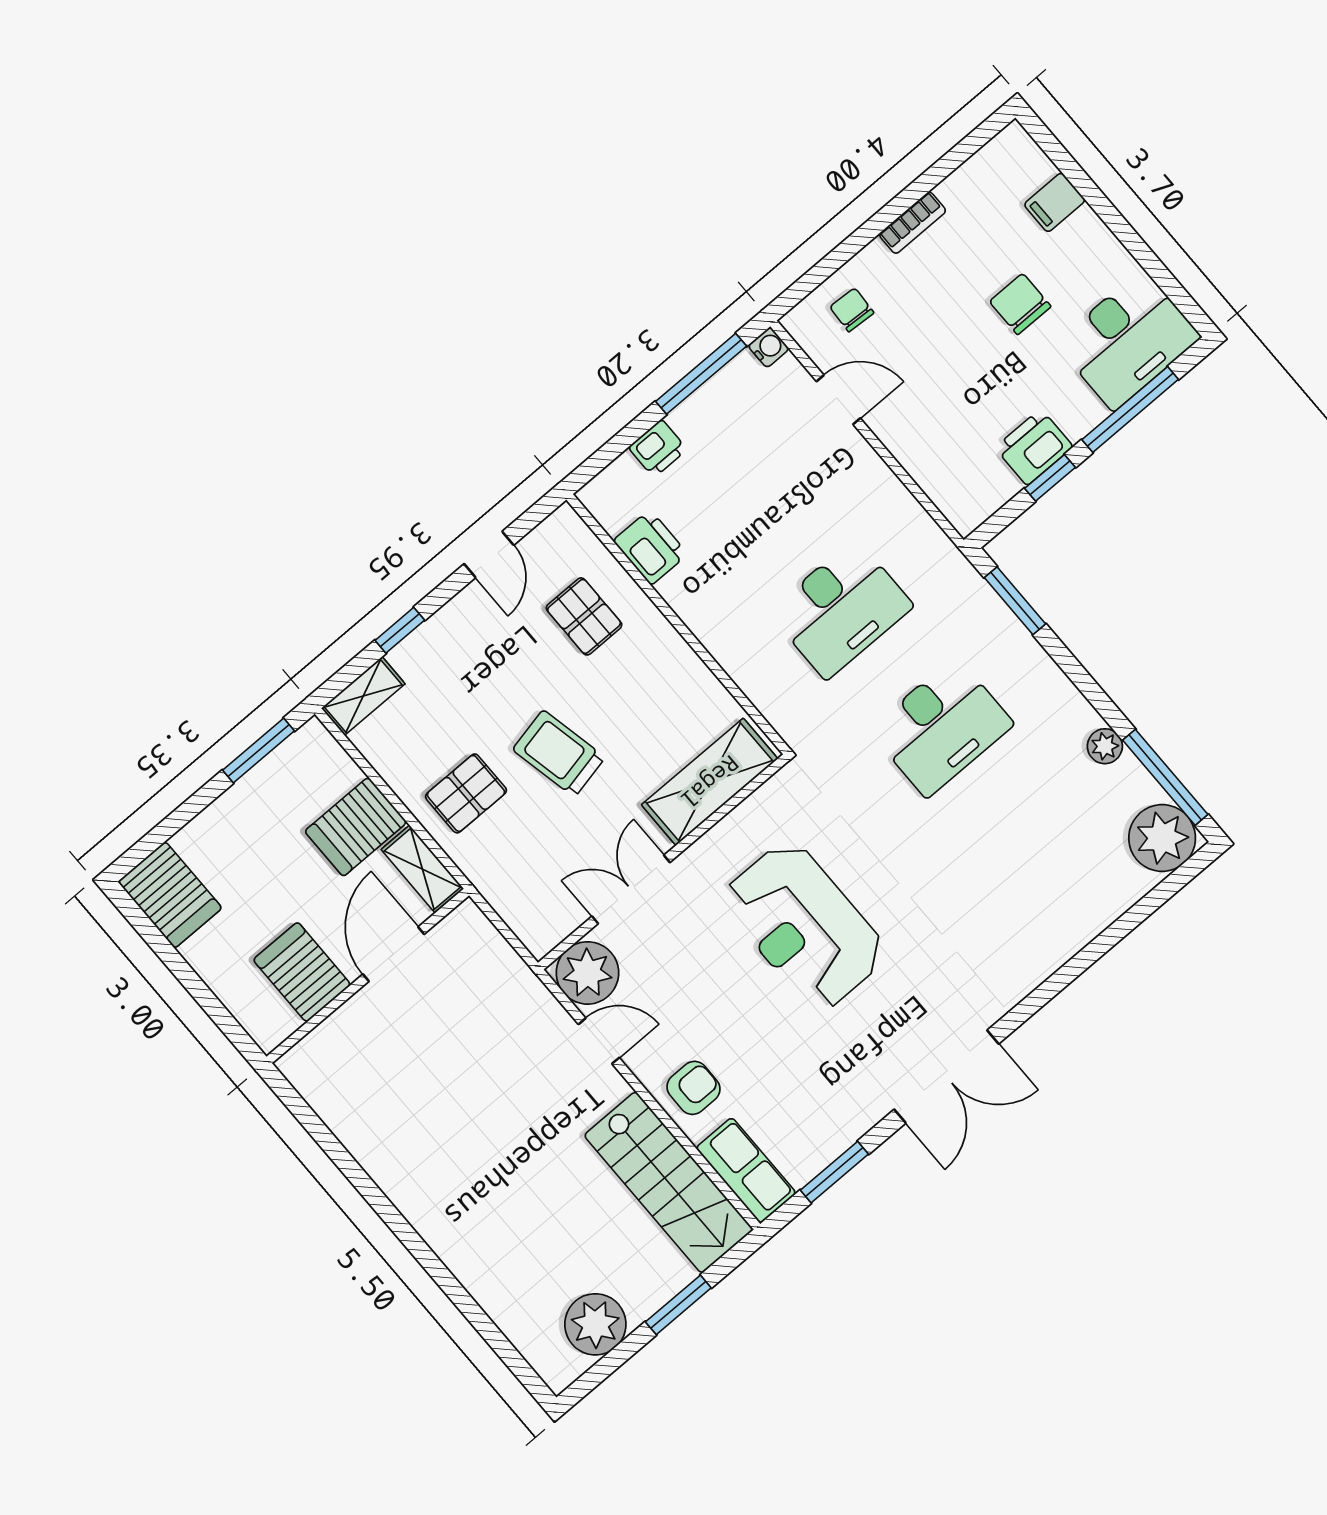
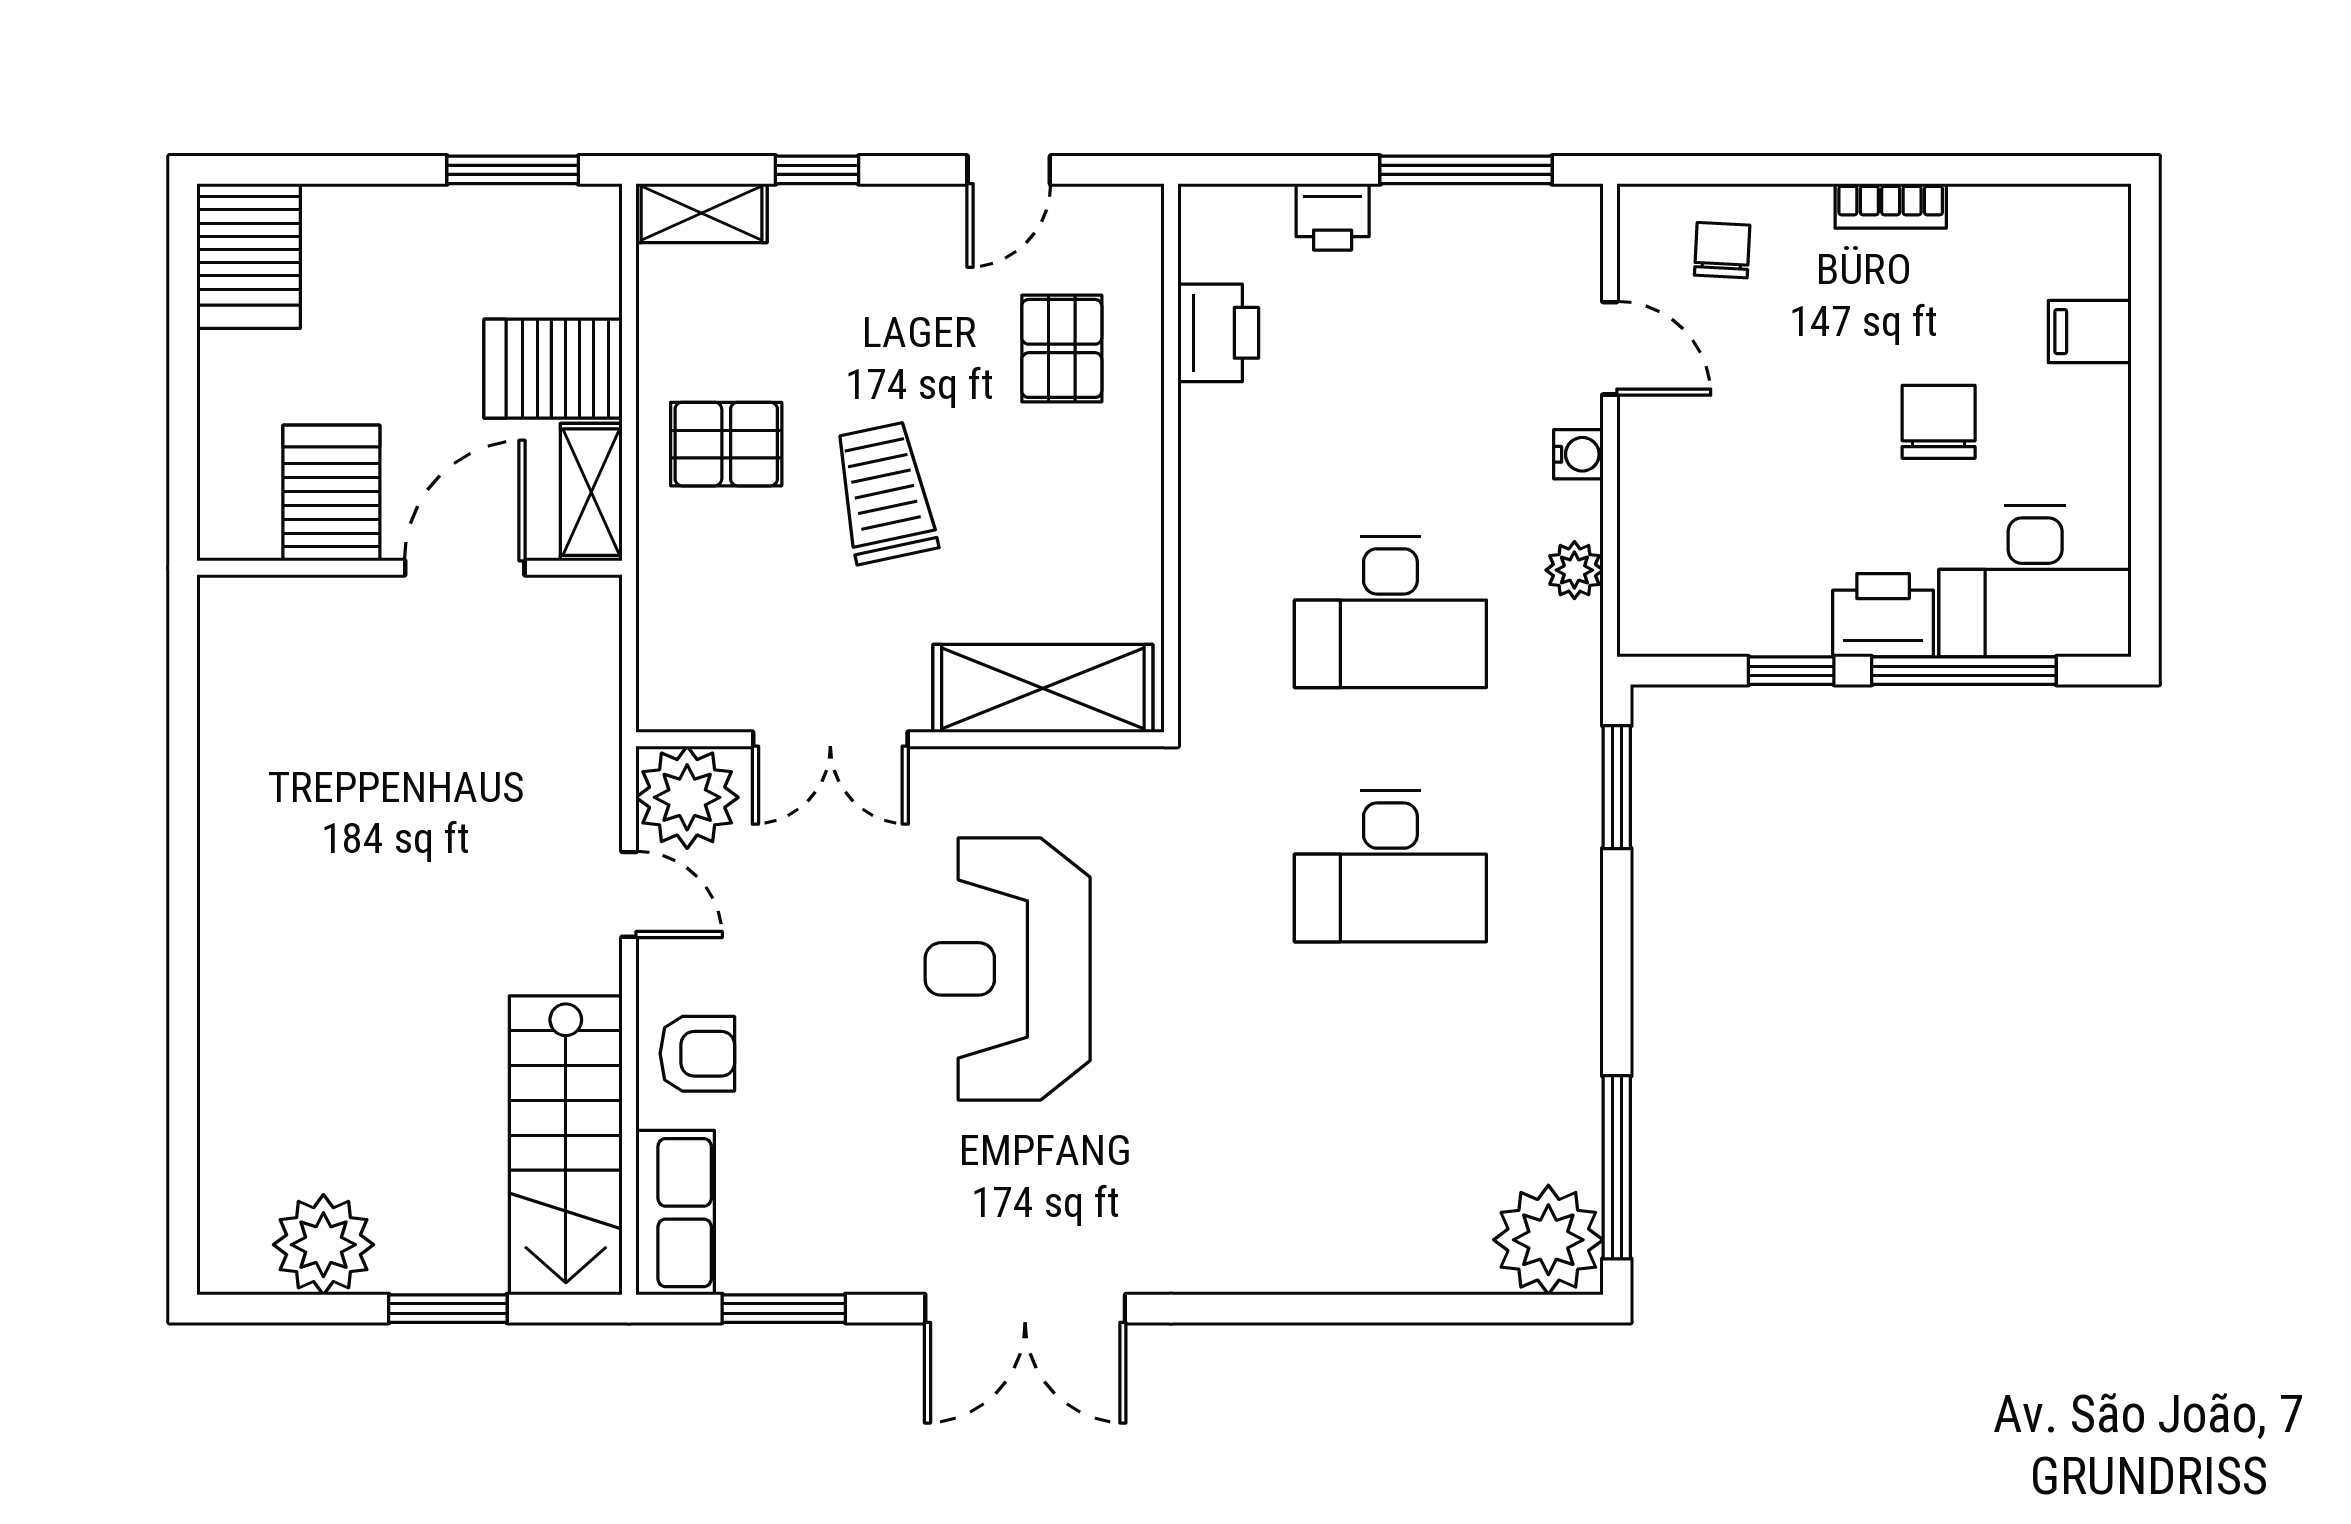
water cooler: (768, 347) -> (1578, 454), moved
printer: (1034, 447) -> (1883, 615), moved
plant: (1105, 746) -> (1574, 570), moved
double door: (631, 889) -> (830, 739), swing flipped

